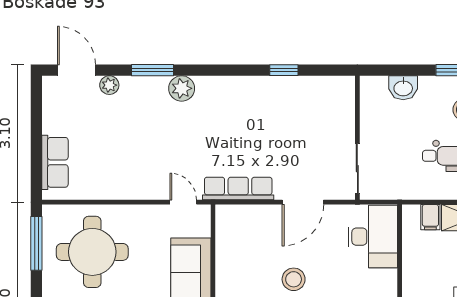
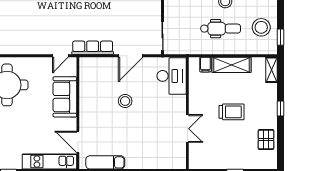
door: (183, 202) -> (60, 56), swing flipped

